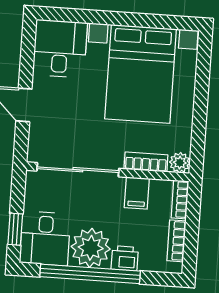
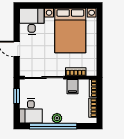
plant: (180, 163) -> (92, 71), removed
window: (15, 229) -> (17, 96), moved
plant: (91, 248) -> (57, 118), width x0.53, depth x0.53
printer: (125, 258) -> (69, 118), removed

